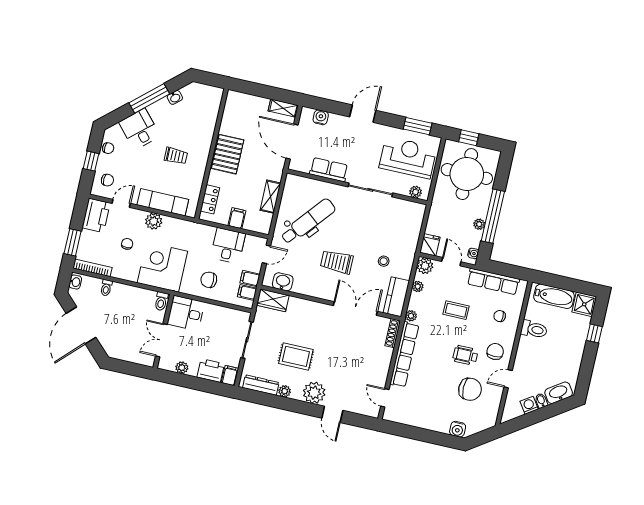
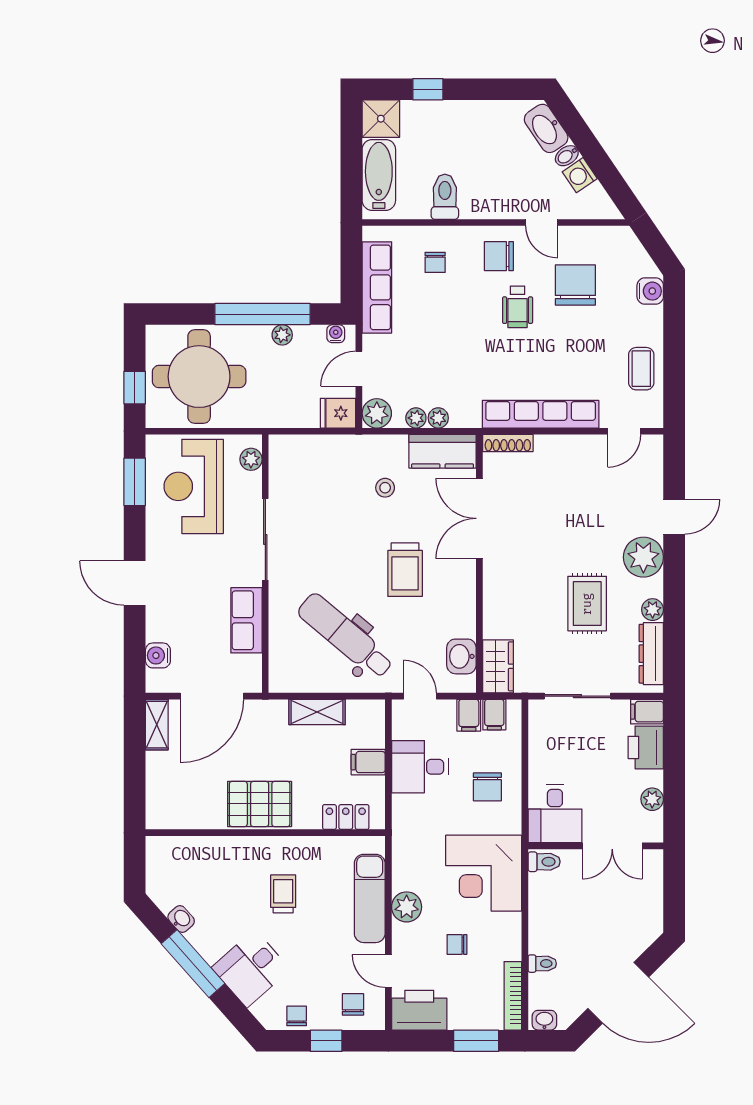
coffee table: (456, 310) -> (641, 369), moved
plant: (411, 316) -> (438, 418), moved

